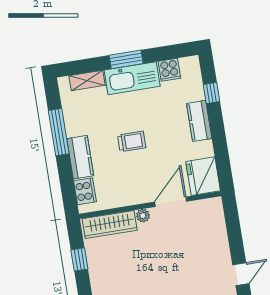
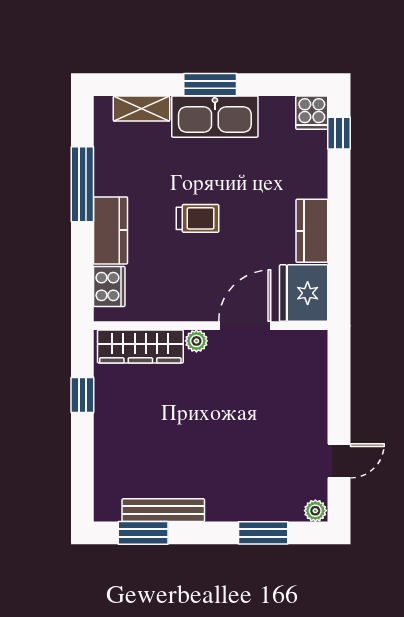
cooker: (169, 70) -> (312, 113), moved
window: (212, 93) -> (339, 133), moved
kitchen counter: (199, 121) -> (312, 231), moved

